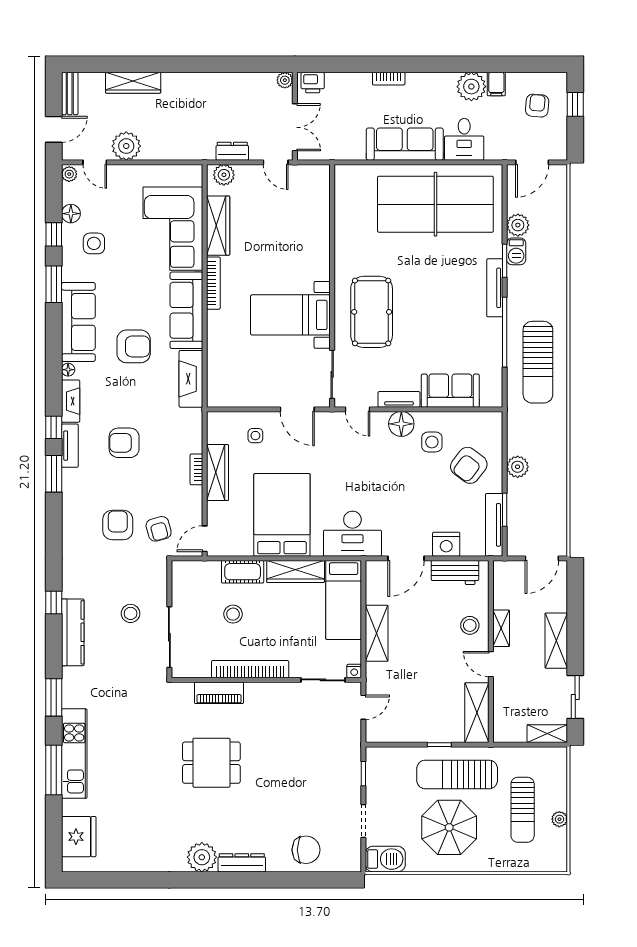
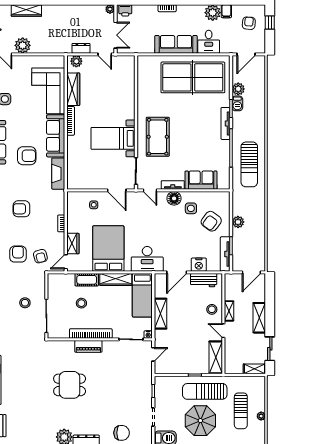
wardrobe: (217, 473) -> (73, 244), moved, width x0.67
piano: (219, 693) -> (88, 346), moved

